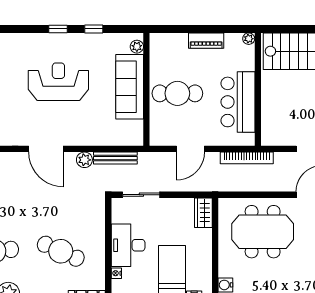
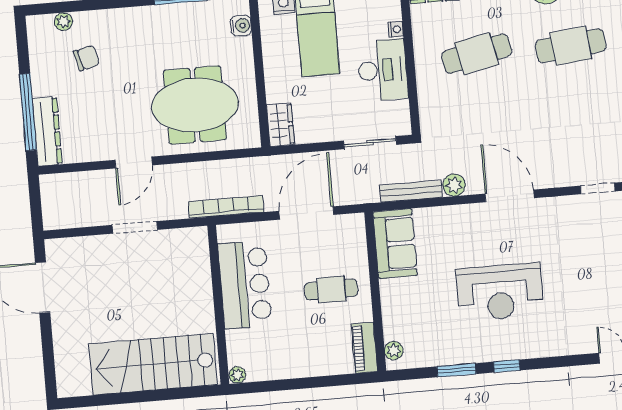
window: (94, 29) -> (456, 370), width x1.50
piano: (206, 41) -> (364, 348), moved, turned -90
sofa: (130, 87) -> (395, 244), moved, width x0.73
cafe table: (177, 93) -> (331, 290), width x0.73, depth x0.74
door: (190, 149) -> (306, 213), width x1.36
cafe table: (61, 251) -> (477, 54), turned -36

